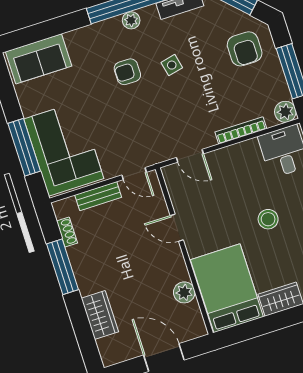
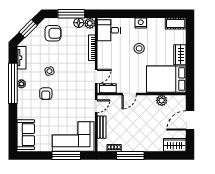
floor lamp: (280, 91) -> (79, 23), added
dresser: (175, 185) -> (108, 88), added
wardrobe: (100, 315) -> (175, 145), moved

